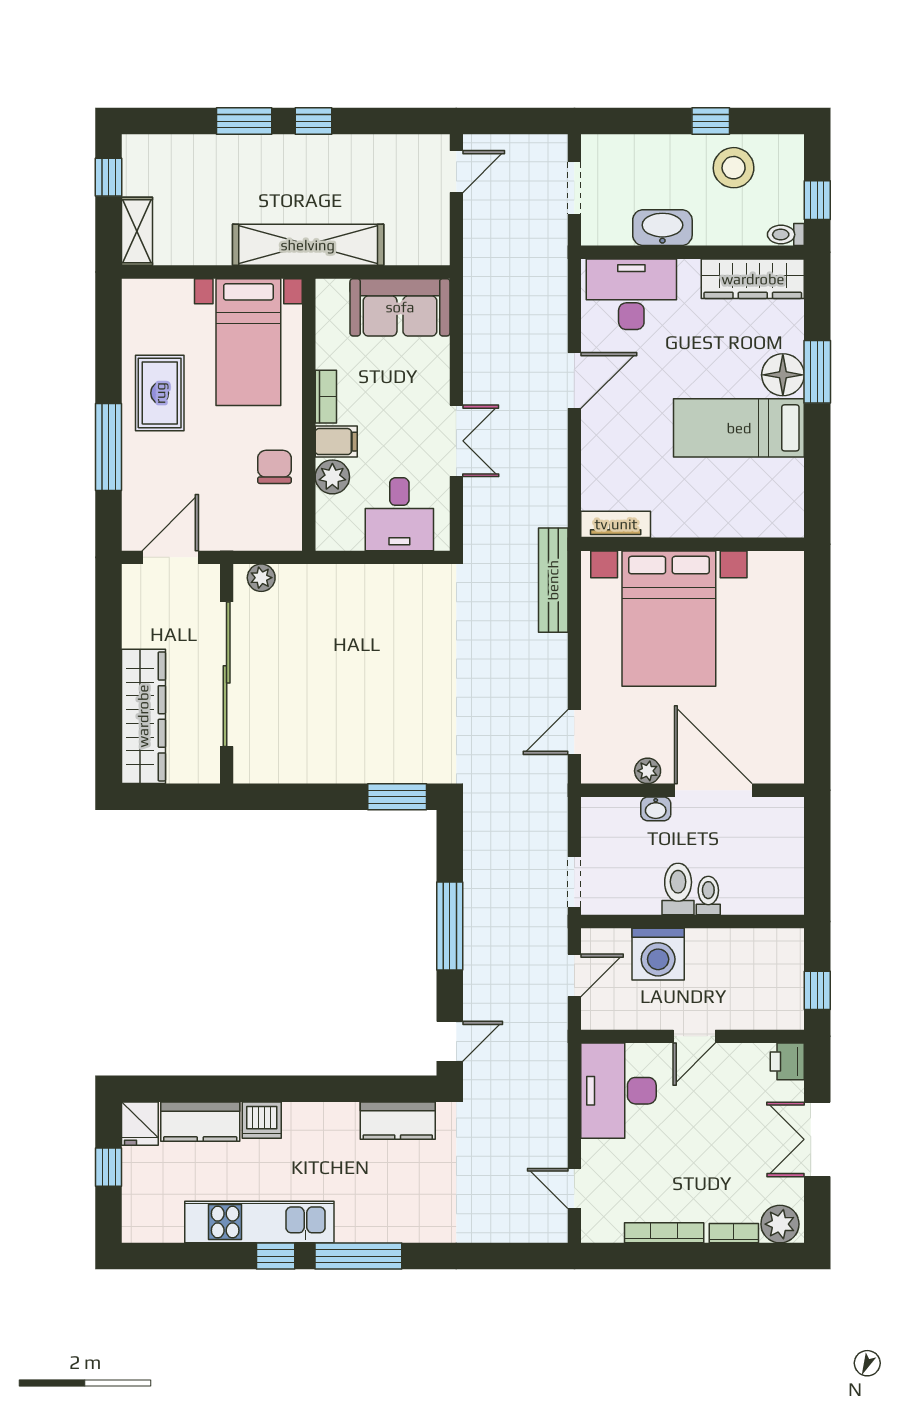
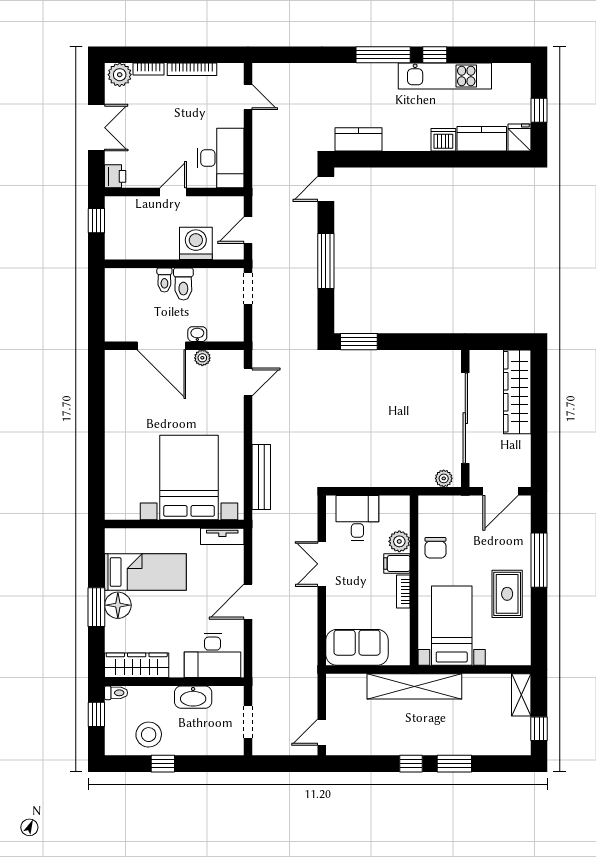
tv unit: (616, 524) -> (222, 536), moved
wall: (693, 544) -> (174, 524), moved
bed with nightstands: (669, 619) -> (189, 477), moved

